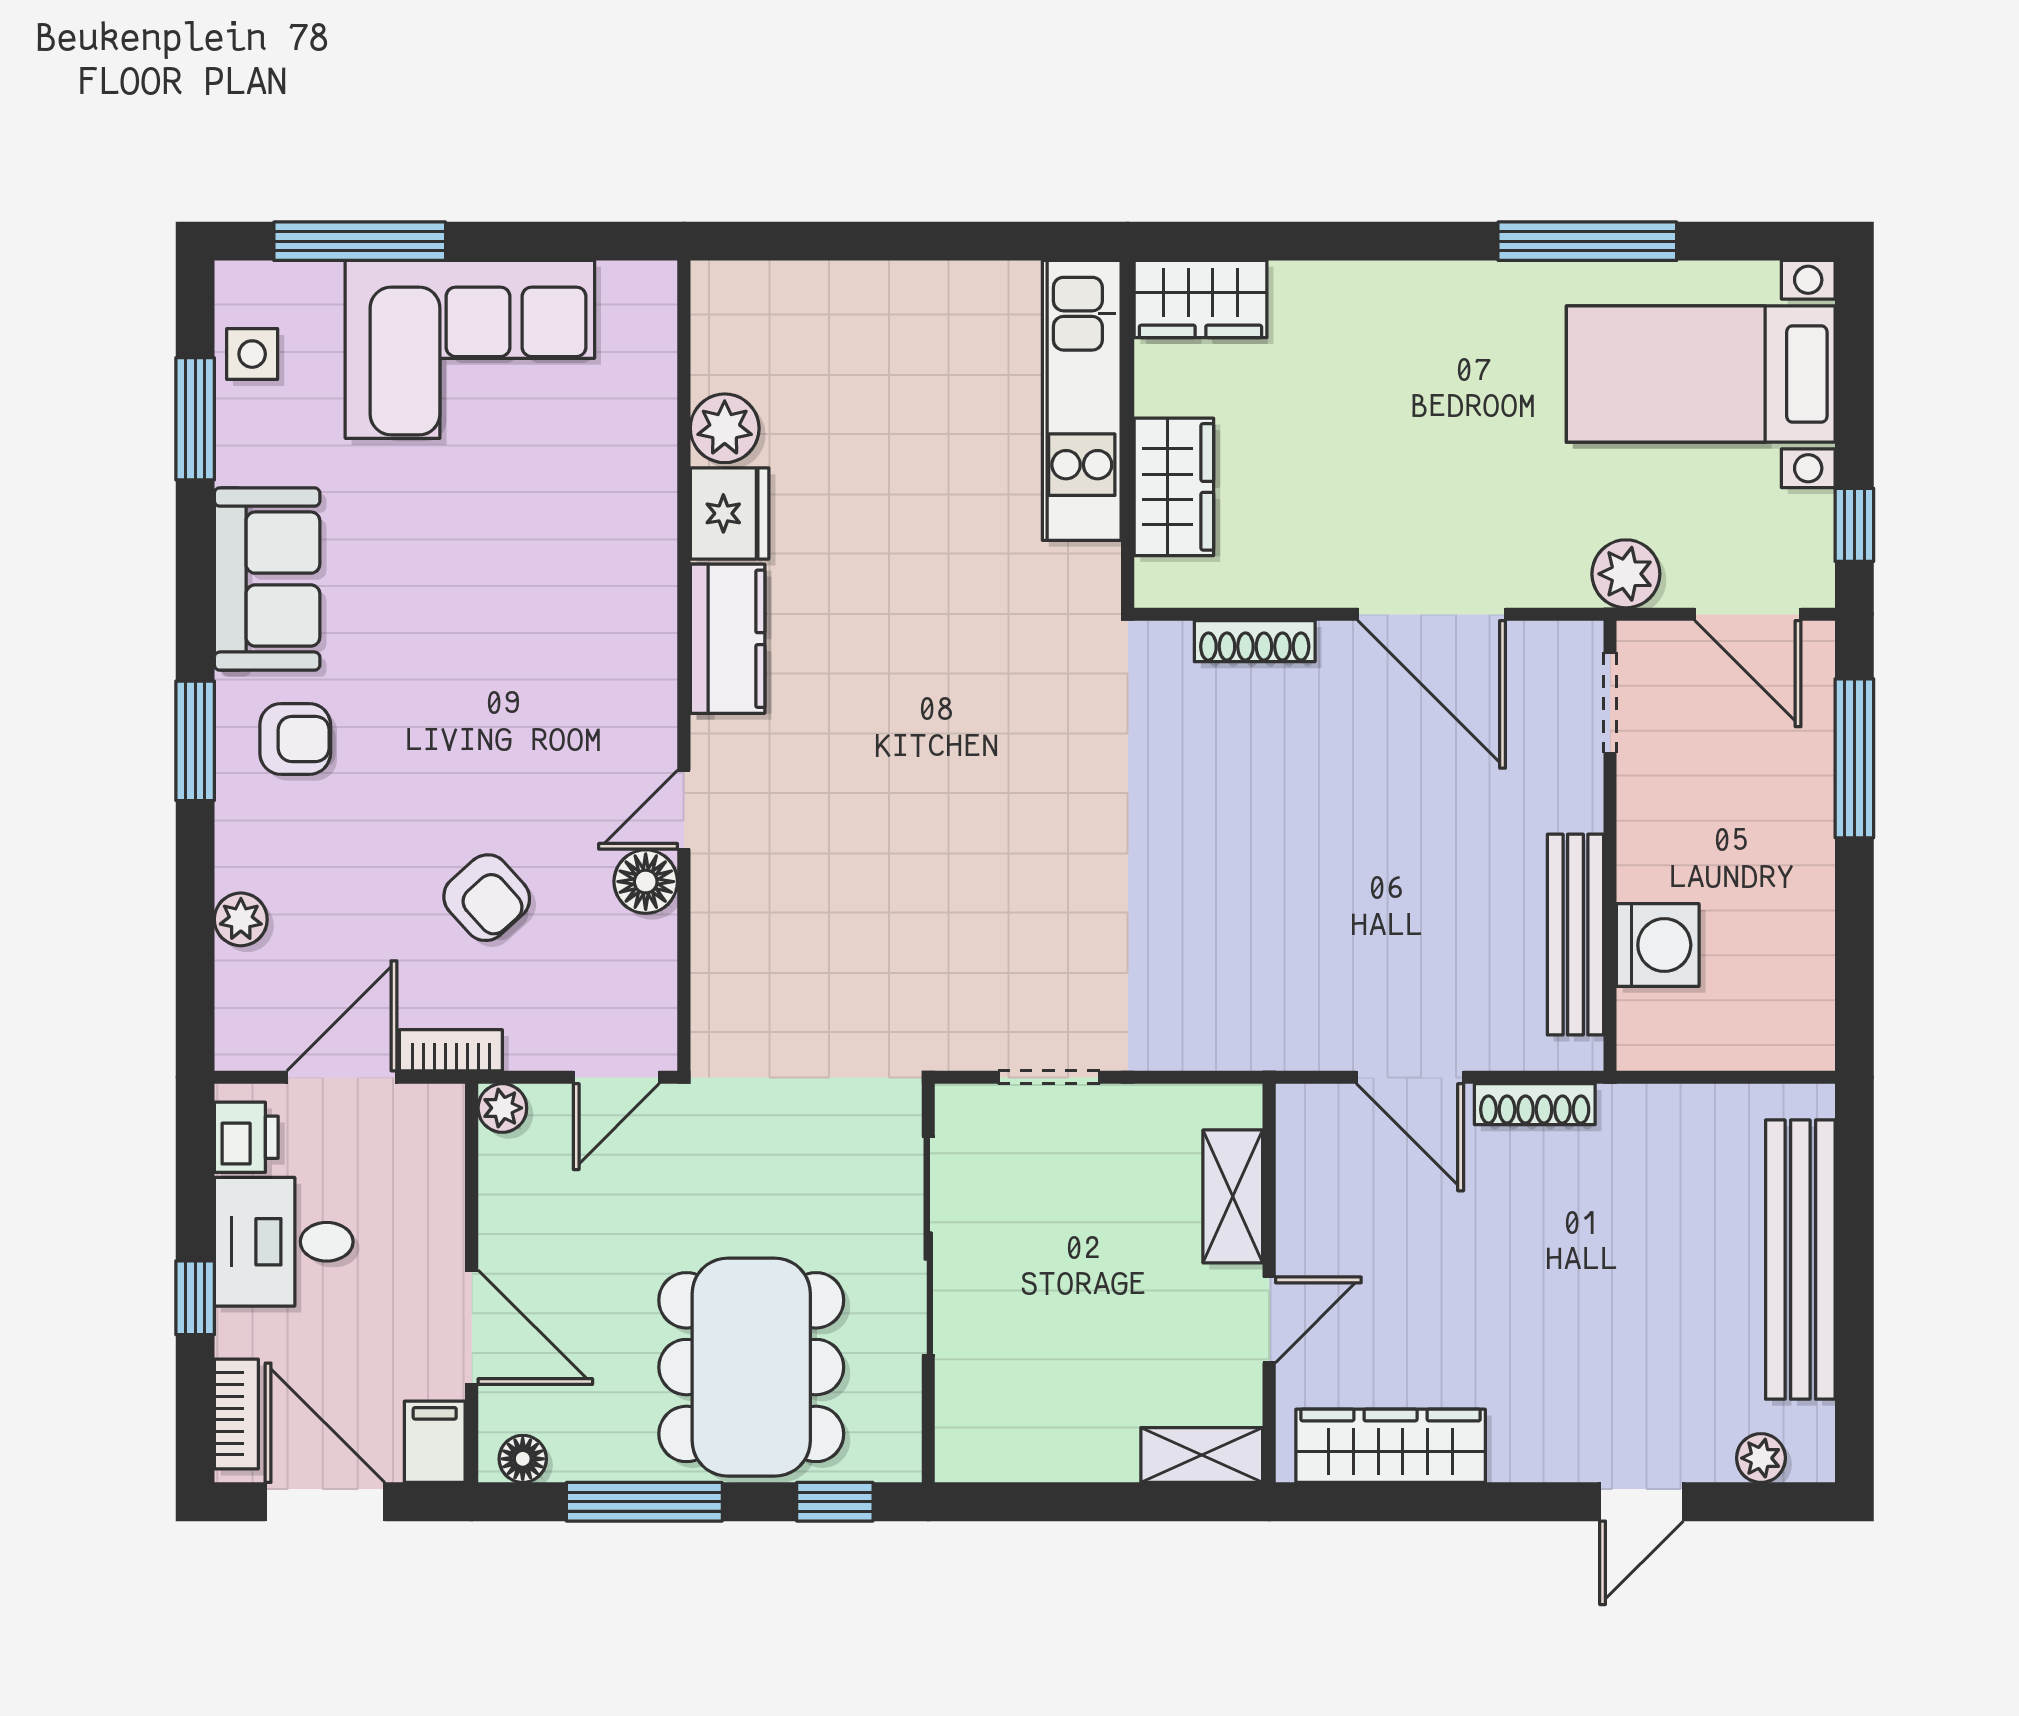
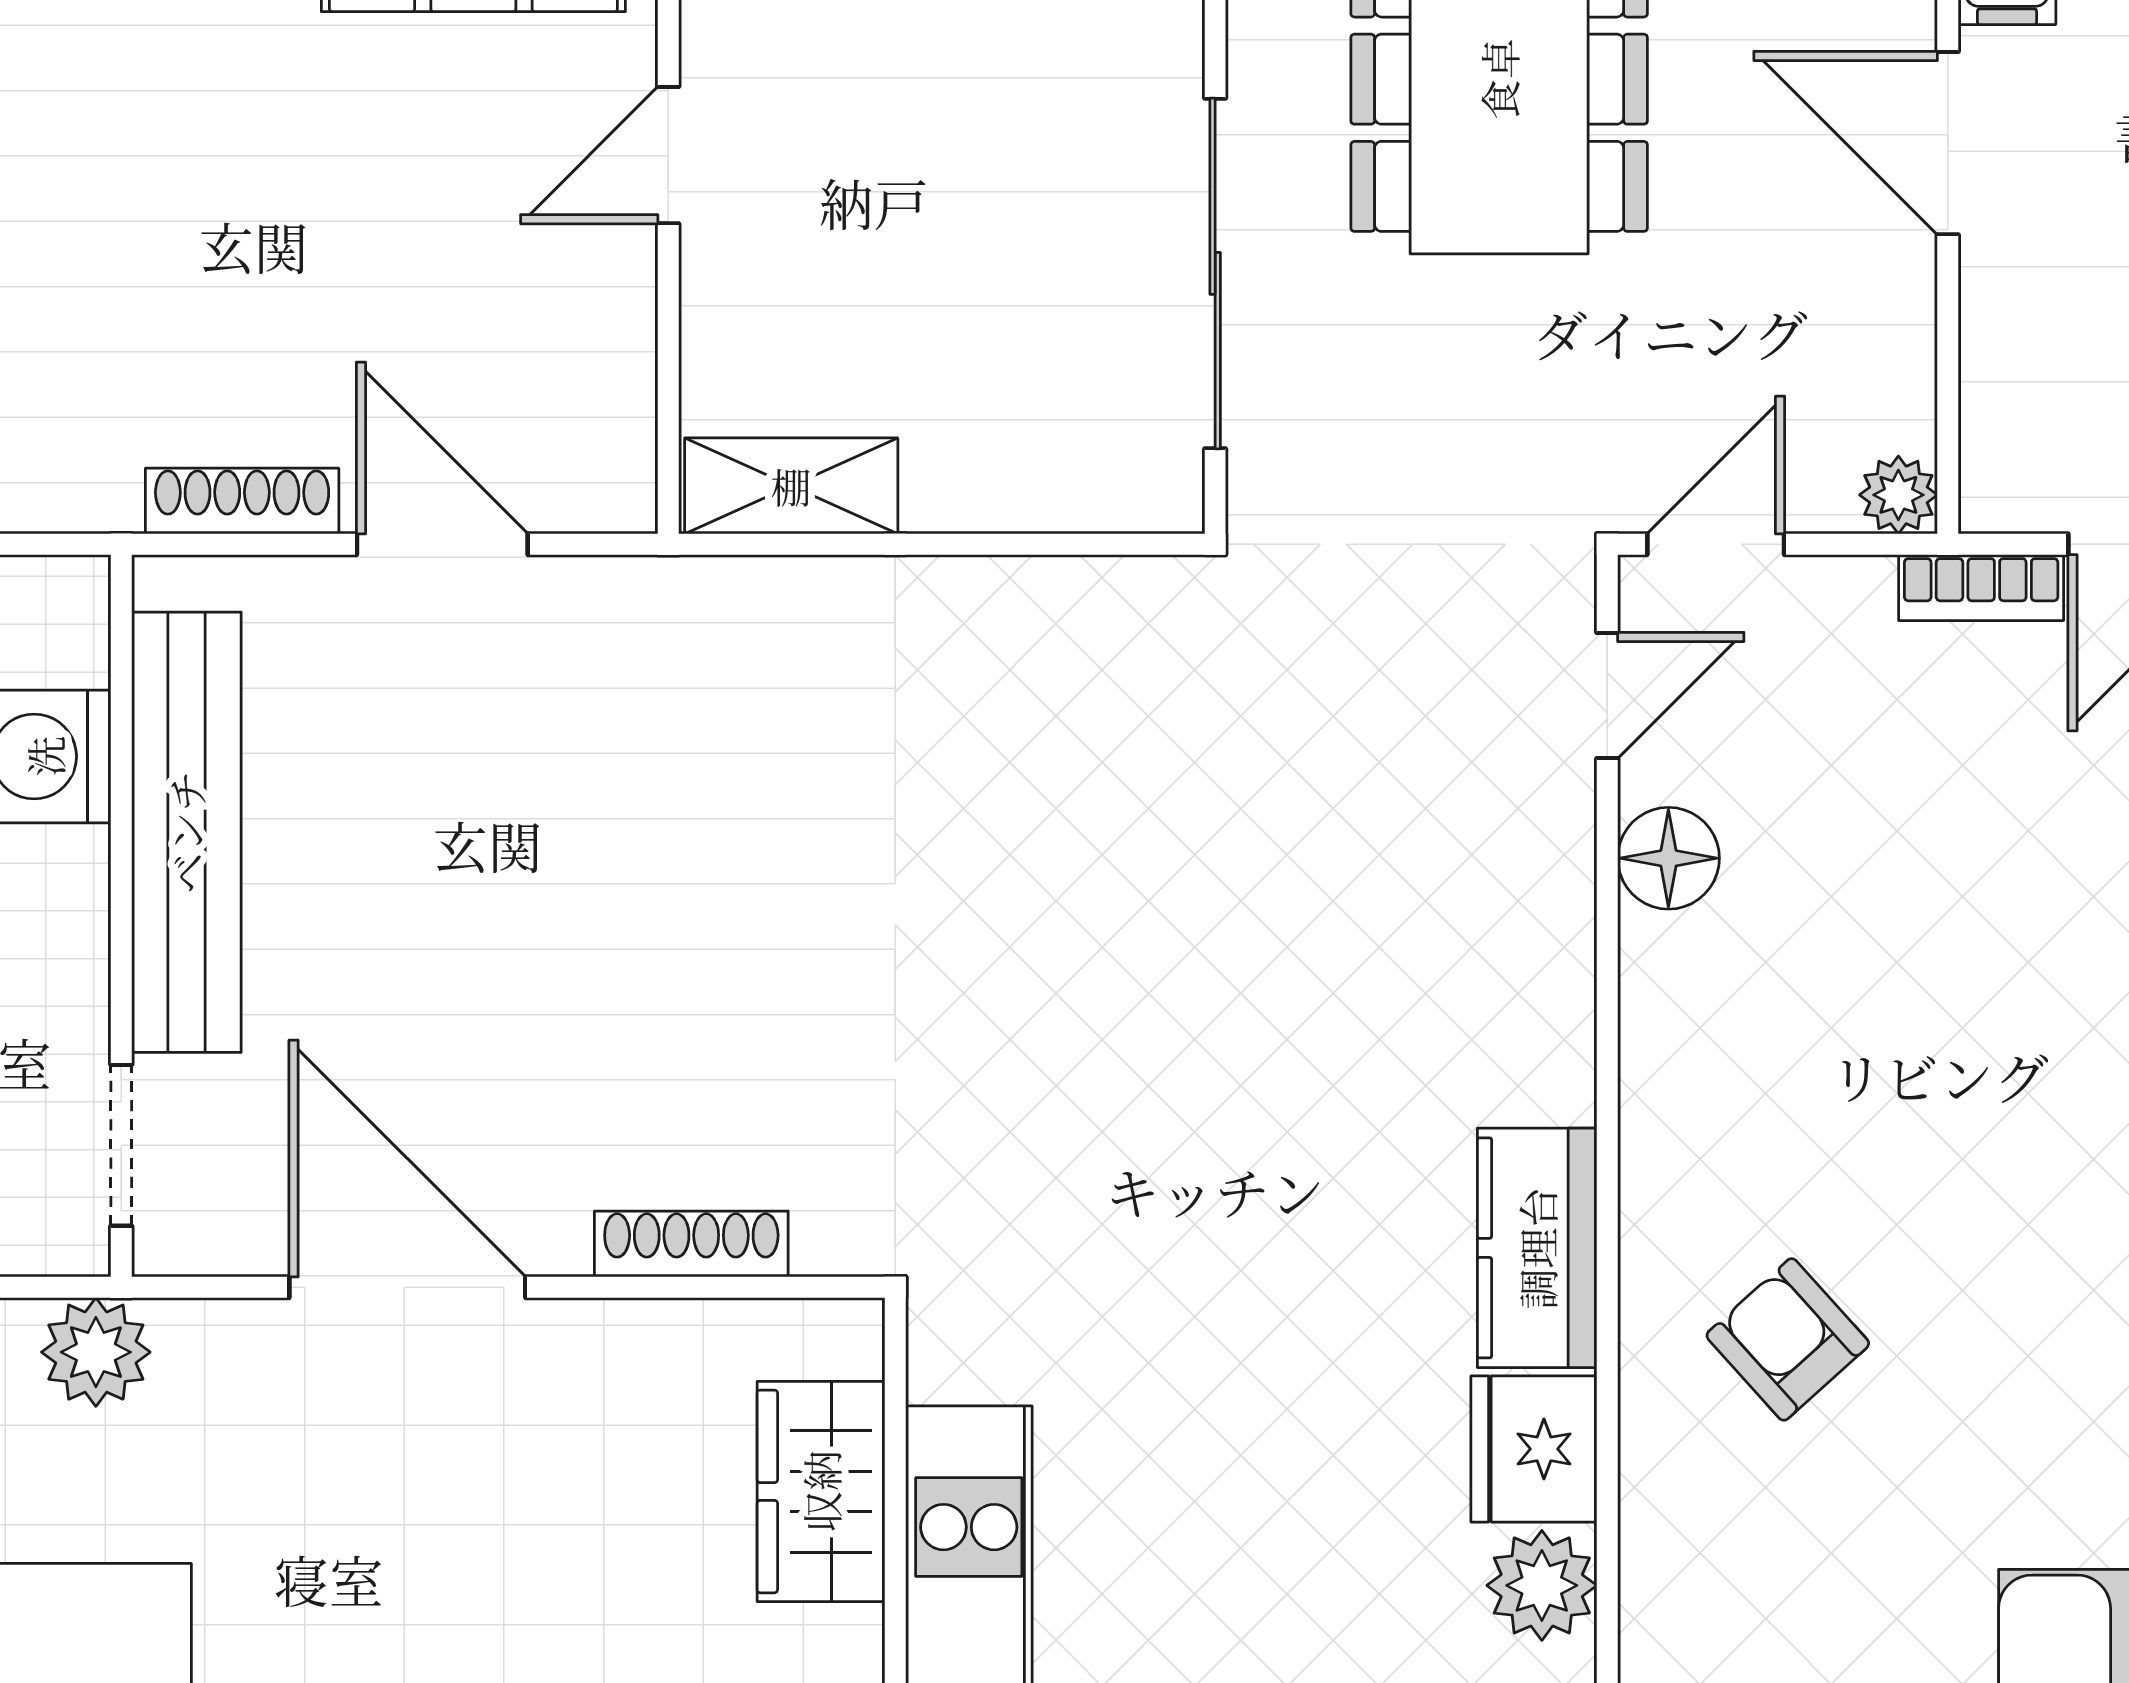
door: (684, 810) -> (1607, 696), moved
armchair: (487, 898) -> (1788, 1339), moved
bench: (1575, 935) -> (186, 832), width x1.37, depth x1.21
doorway: (1049, 1077) -> (1021, 544), removed
shelving: (1233, 1196) -> (791, 486), moved, turned 90

